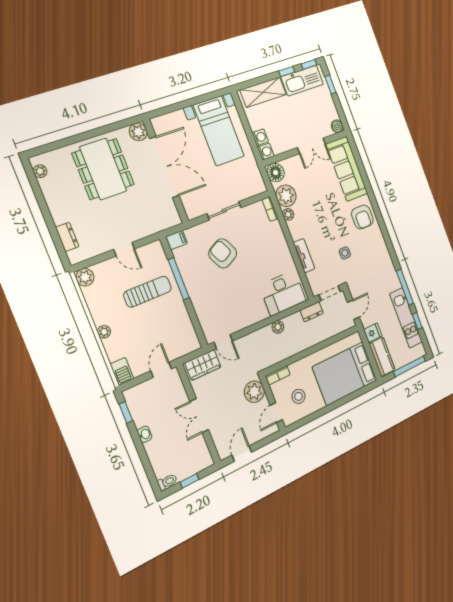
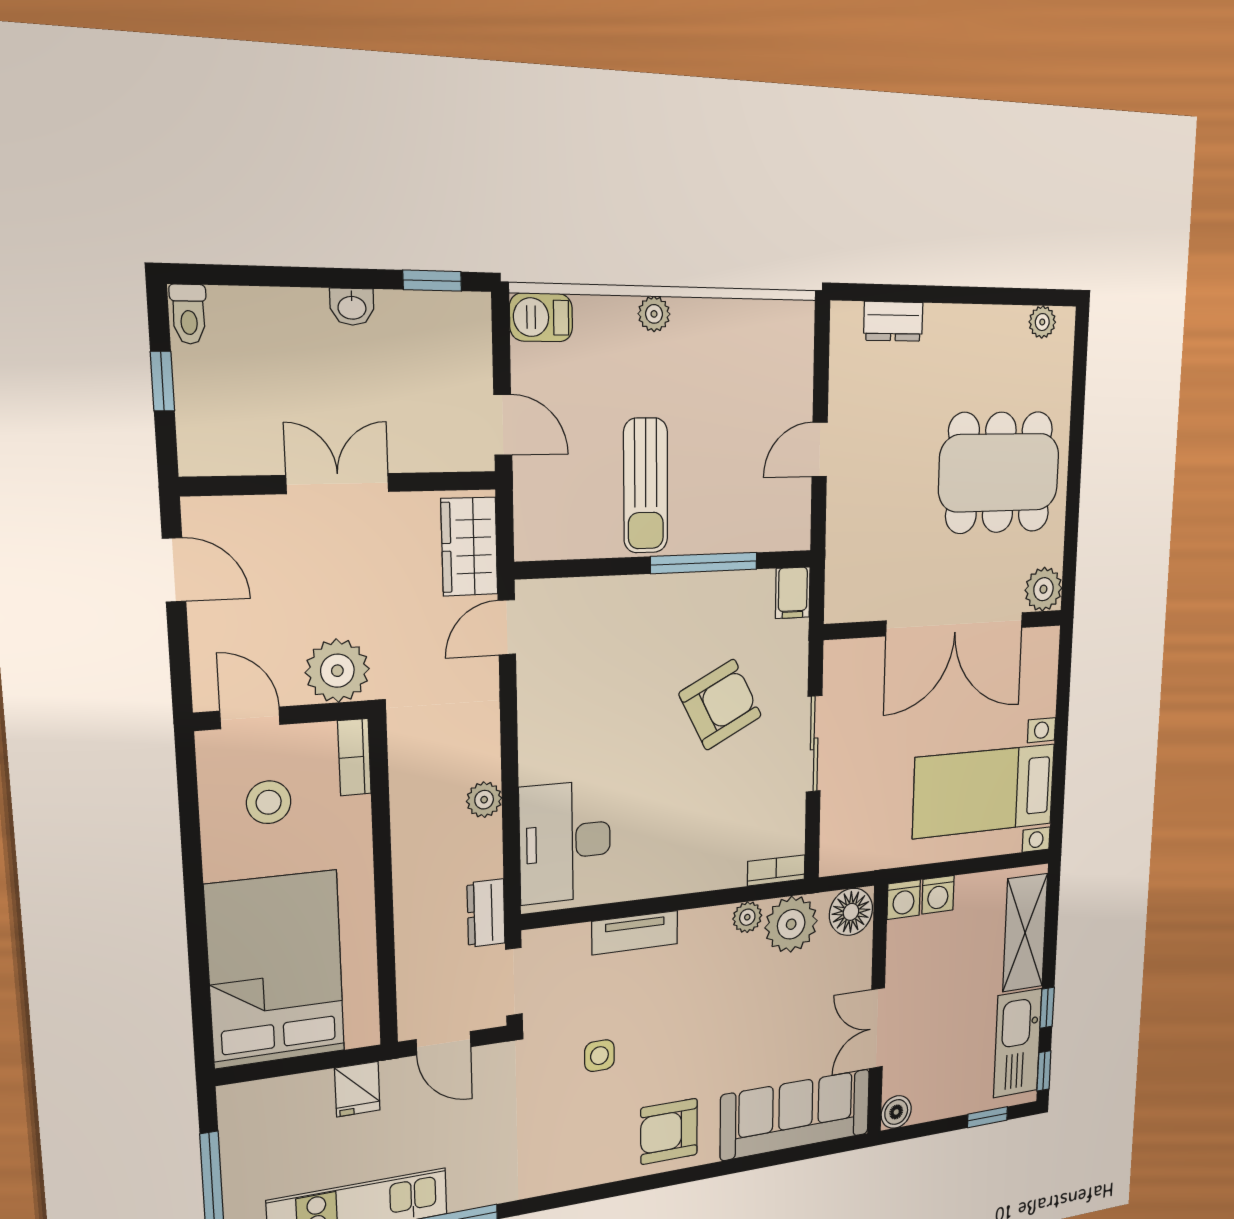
plant: (85, 277) -> (794, 323), removed
sun lounger: (148, 292) -> (646, 486), moved
kitchen counter: (382, 357) -> (277, 1103), removed

